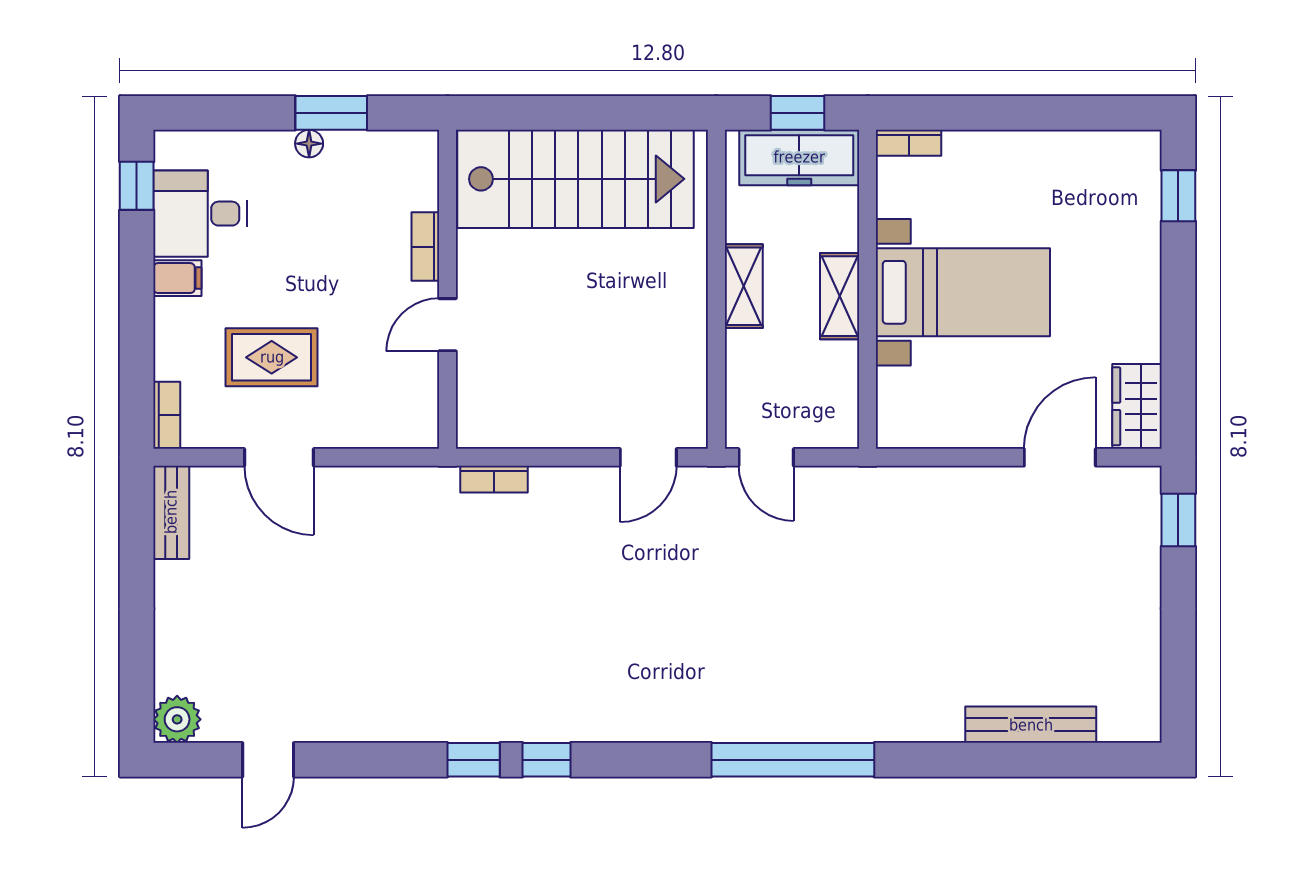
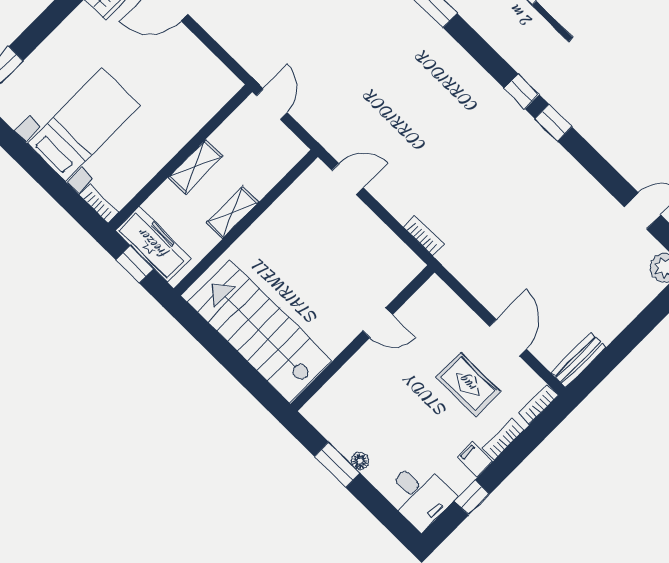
window: (137, 186) -> (472, 498), moved
desk: (200, 214) -> (420, 495), moved
bookcase: (425, 247) -> (503, 439), moved, turned 180
bed with nightstands: (963, 292) -> (83, 125), moved, turned 90
door: (766, 457) -> (272, 104), moved

